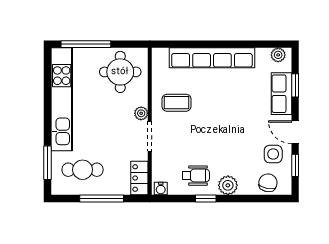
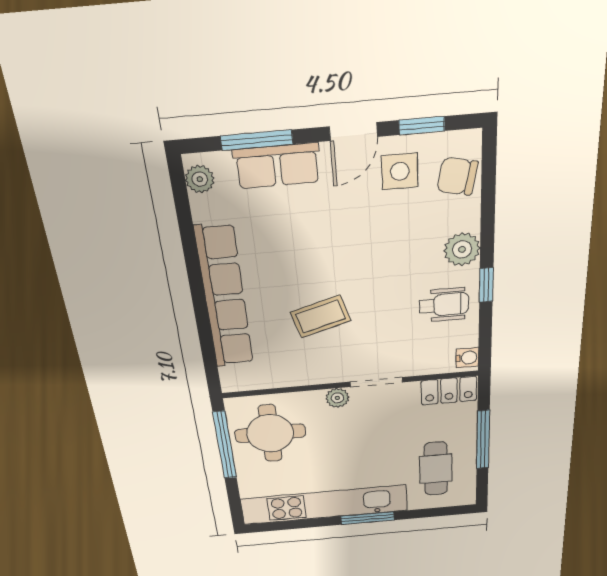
window: (86, 44) -> (225, 445), moved
window: (295, 85) -> (257, 140), width x1.50
coffee table: (177, 103) -> (321, 316), moved, turned 74
window: (47, 163) -> (368, 518), moved
wheelchair: (196, 176) -> (444, 305), turned 90

